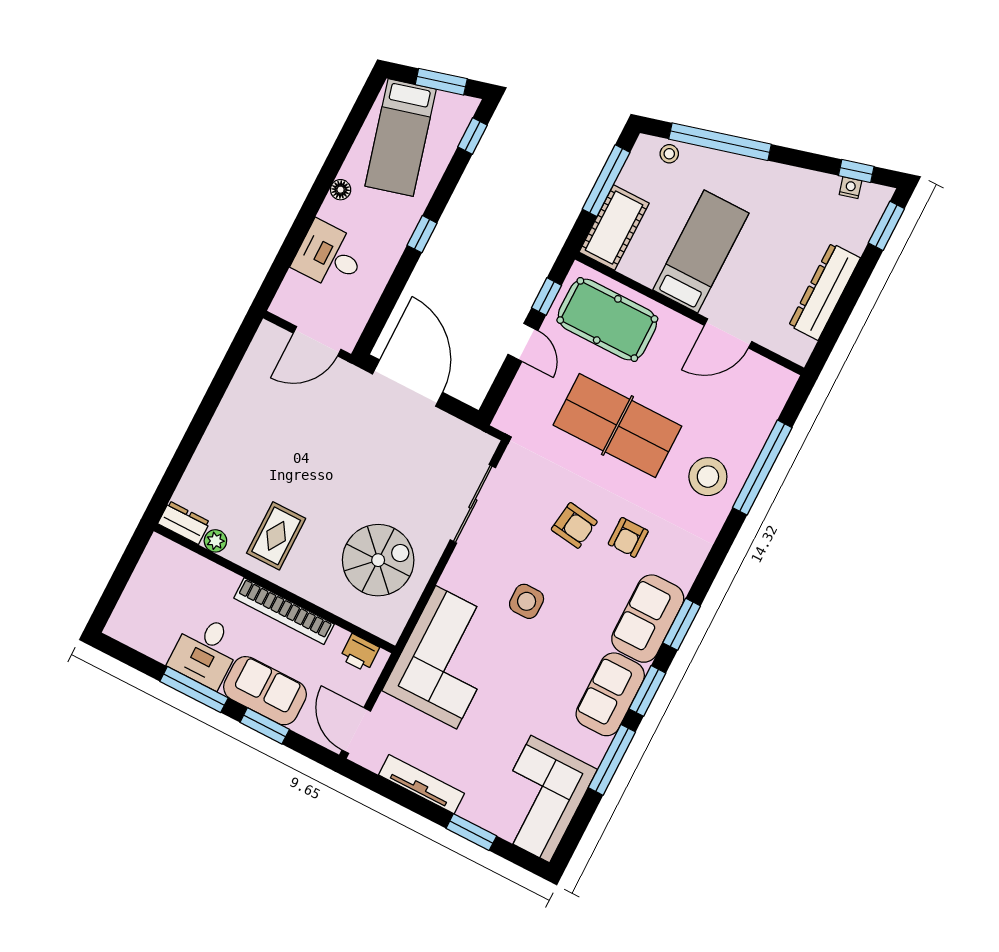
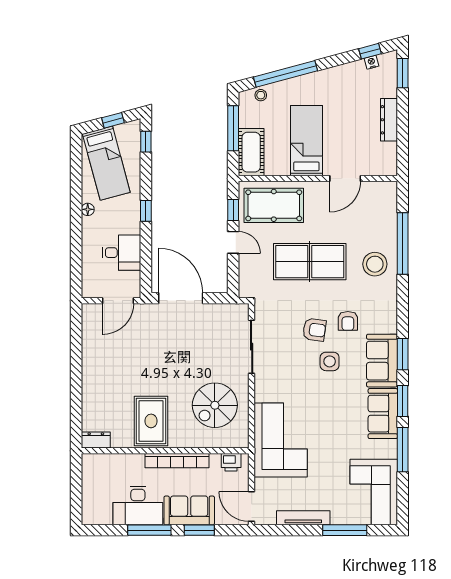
window: (441, 82) -> (113, 120), width x0.67
desk: (329, 256) -> (122, 253), moved, turned 180
dresser: (825, 292) -> (389, 120), width x0.73, depth x0.80
rug: (276, 536) -> (151, 421), width x1.36, depth x1.43
plant: (215, 541) -> (119, 441), removed
spiral stairs: (378, 560) -> (215, 405), turned 180
side table: (527, 601) -> (330, 361), moved
desk: (205, 651) -> (138, 506), width x1.37
window: (471, 832) -> (345, 530), width x1.44

